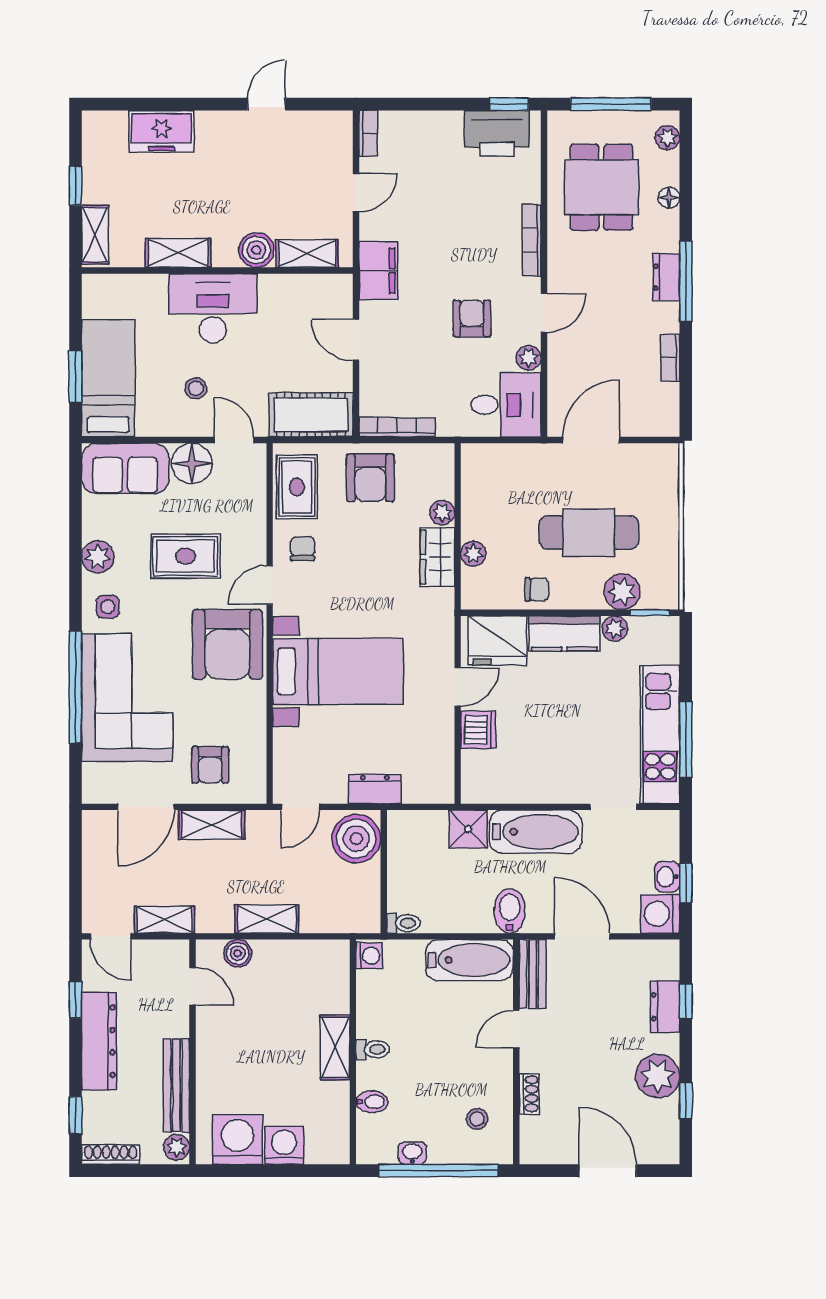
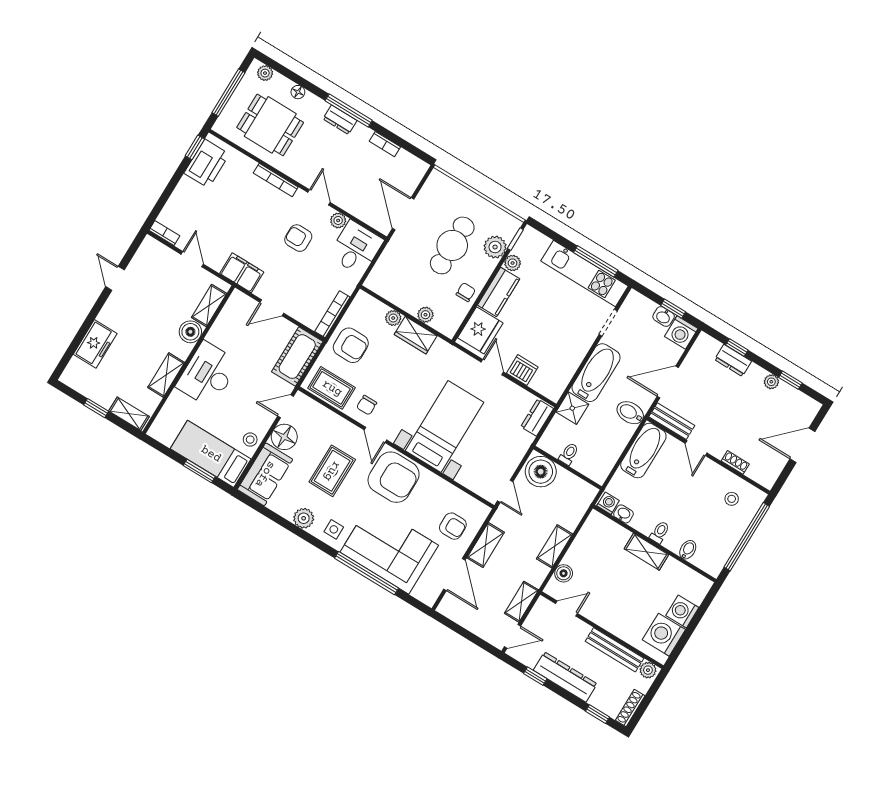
stool: (196, 388) -> (250, 440), moved
chair: (303, 549) -> (367, 405), turned -90
dresser: (375, 789) -> (537, 418), moved
toilet: (403, 923) -> (569, 454), moved
plant: (658, 1076) -> (771, 382), width x0.53, depth x0.53
washbasin: (412, 1153) -> (623, 514), moved, turned 90

